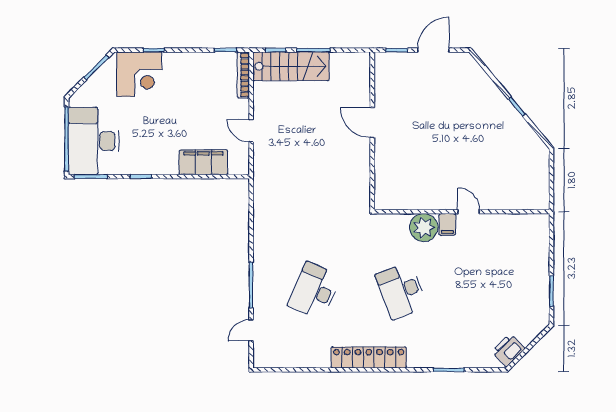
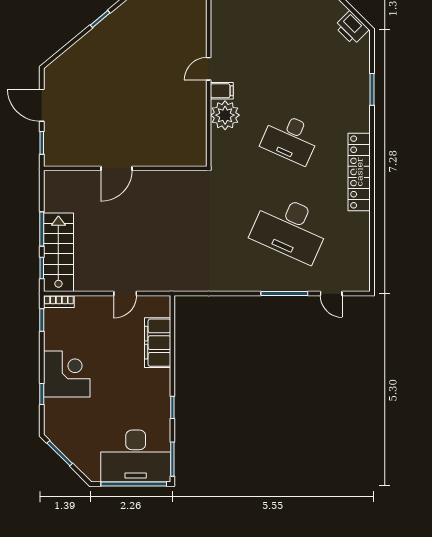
corner desk: (139, 74) -> (67, 374), moved
bookcase: (243, 75) -> (59, 301), width x0.64
desk: (314, 291) -> (290, 228), width x1.36, depth x1.30
desk: (401, 291) -> (290, 138), turned 45

